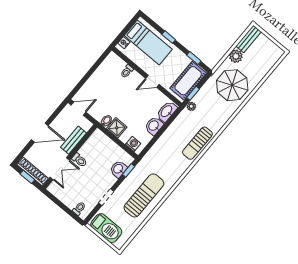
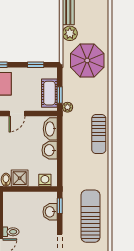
cot: (188, 81) -> (49, 93), width x0.73, depth x0.75

